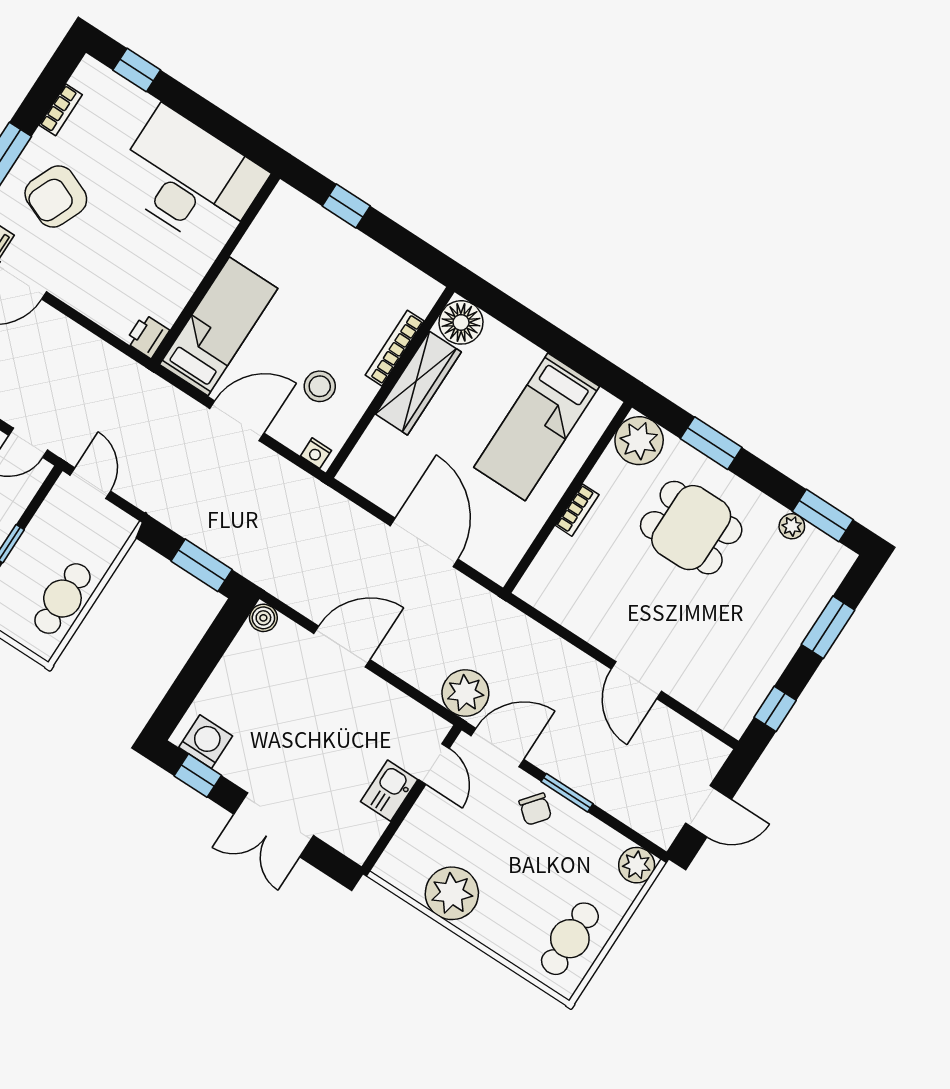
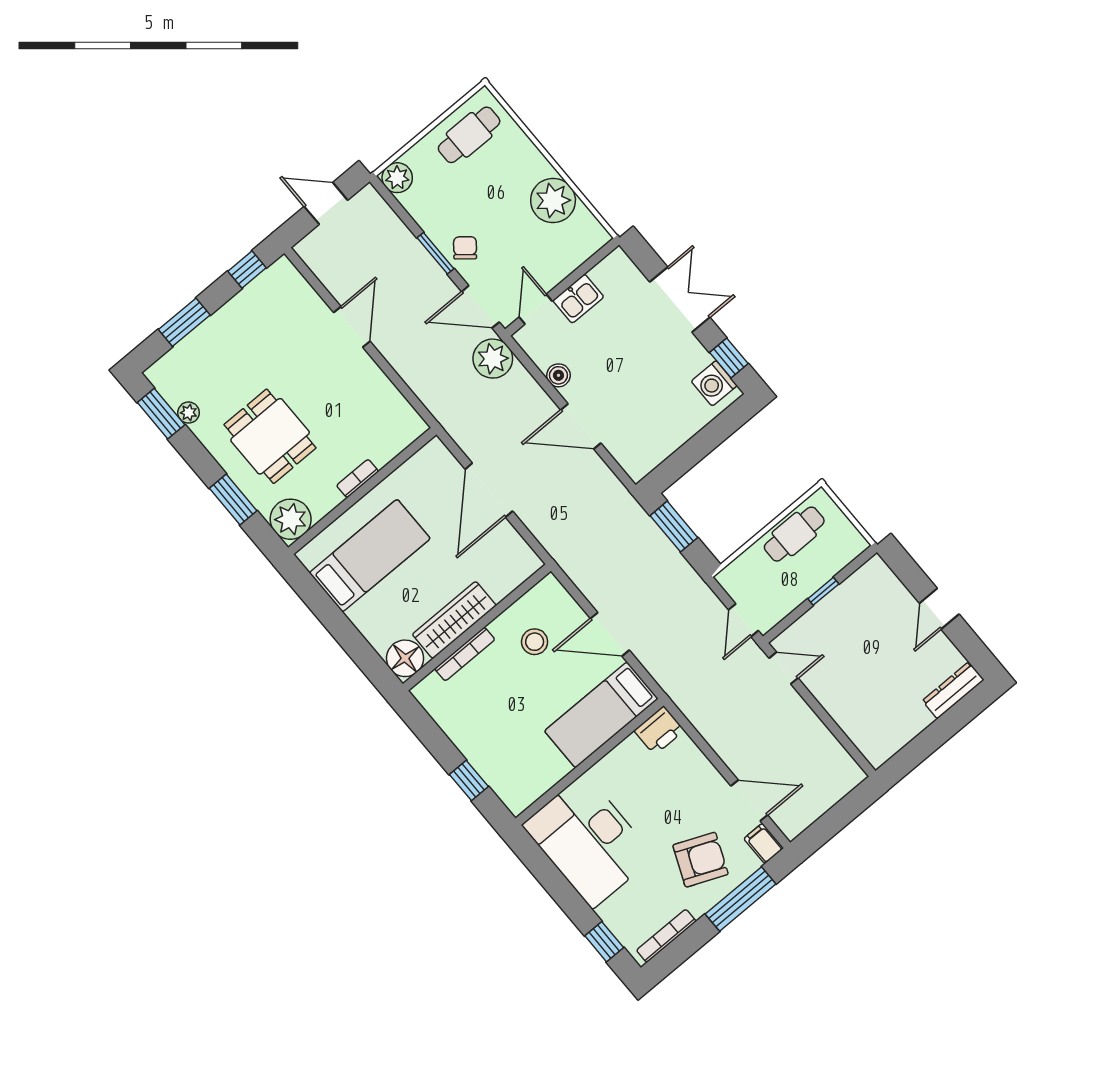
bookcase: (61, 110) -> (666, 936), width x1.56
printer: (147, 336) -> (659, 730), width x1.36, depth x1.24
nightstand: (316, 453) -> (554, 589), removed
boiler: (263, 618) -> (558, 375), moved

